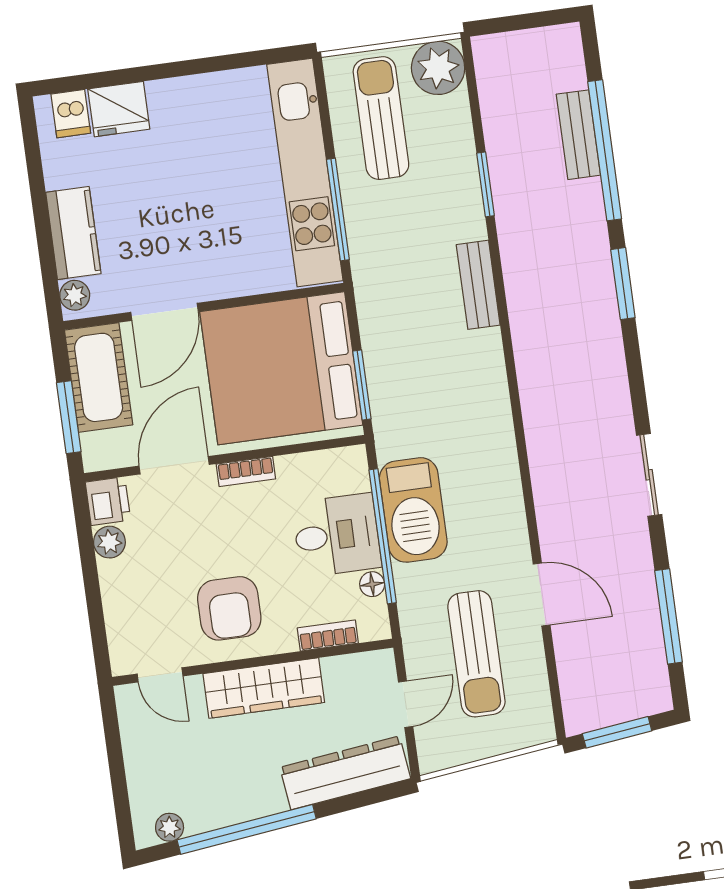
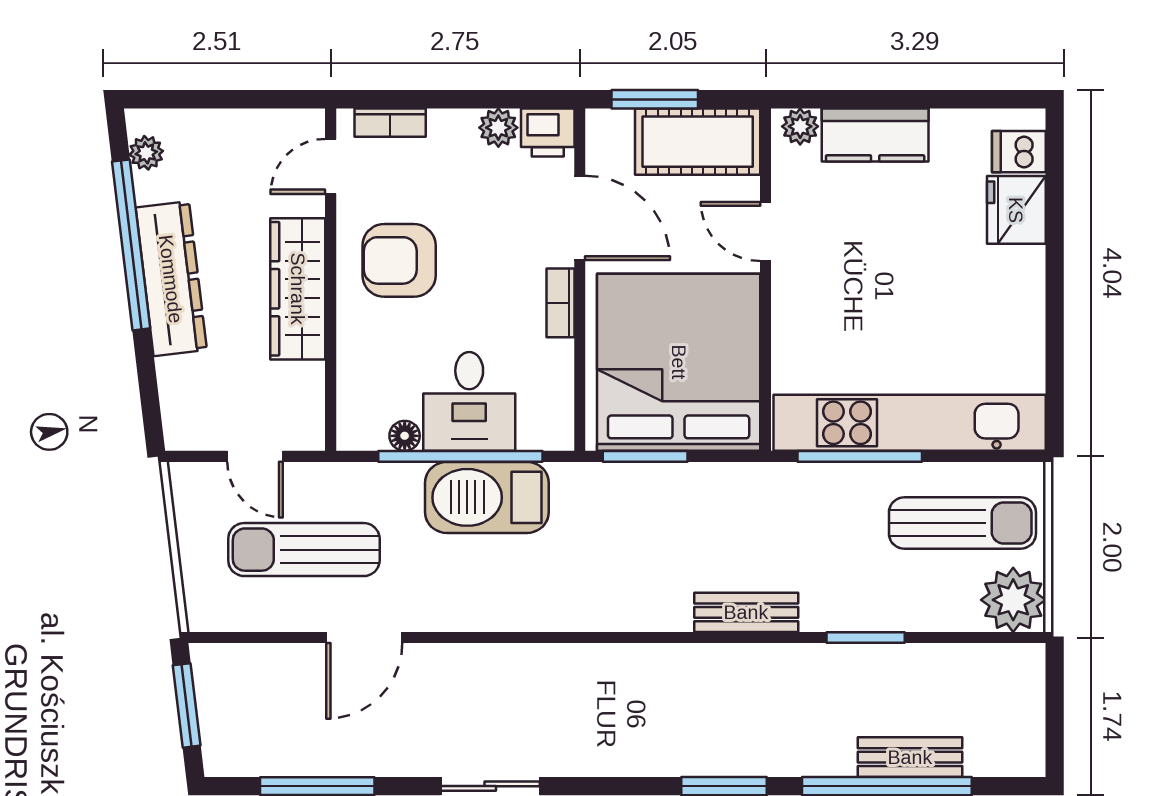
door: (165, 312) -> (766, 232), width x0.73
bookcase: (328, 636) -> (390, 123), moved, turned 90
dresser: (345, 773) -> (171, 279), moved

